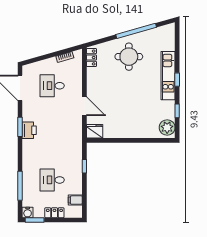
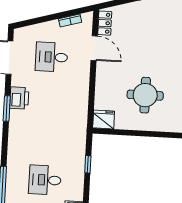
round table: (129, 57) -> (145, 95), moved
door: (84, 106) -> (94, 48), moved
printer: (29, 130) -> (19, 98), moved

